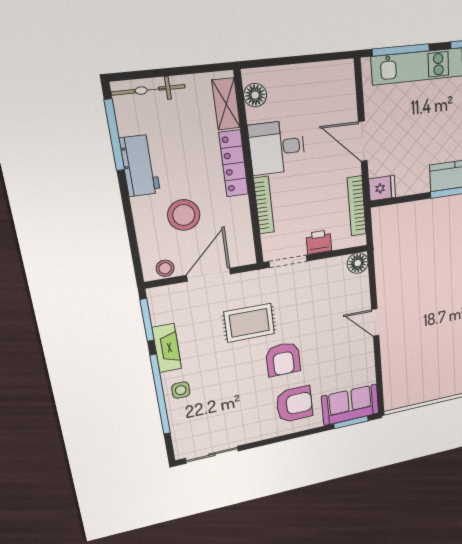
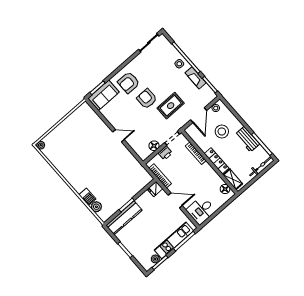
desk: (277, 147) -> (201, 210), moved, turned 180
floor lamp: (358, 263) -> (154, 146), moved

